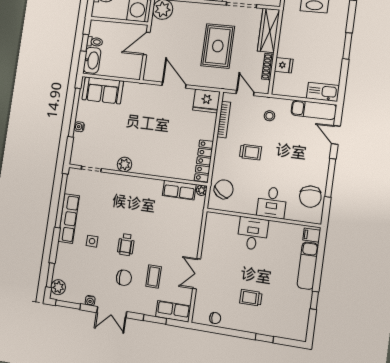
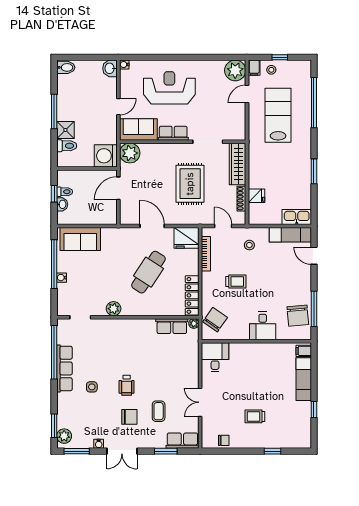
washbasin: (92, 60) -> (62, 204), width x0.52, depth x0.69
cafe table: (164, 132) -> (148, 272), added
window: (330, 178) -> (314, 309), moved
desk: (253, 234) -> (215, 357), moved

